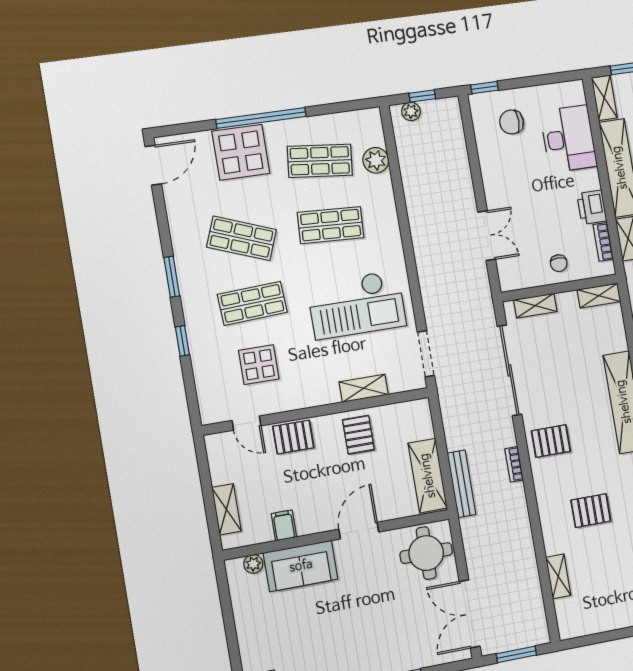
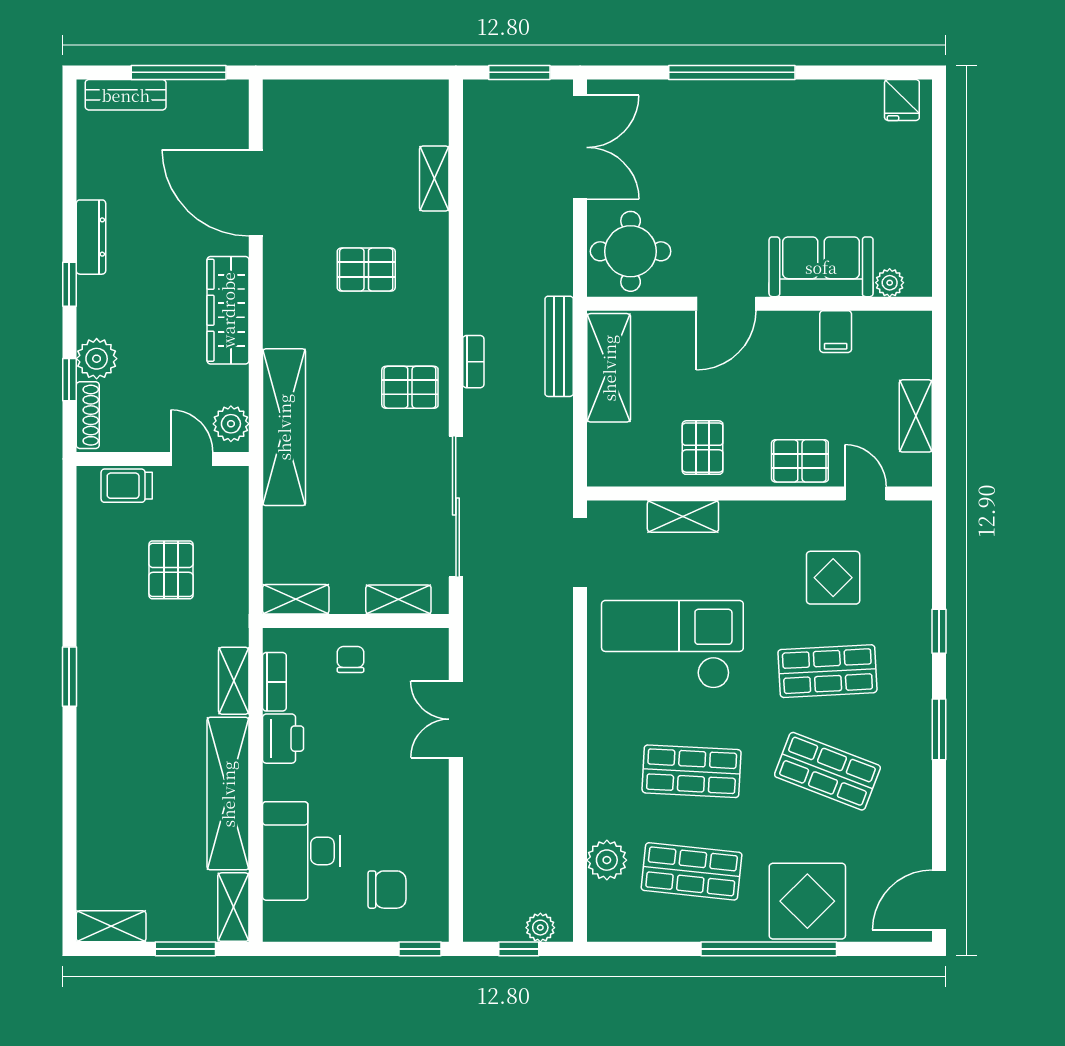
shelving: (226, 509) -> (916, 416), moved

